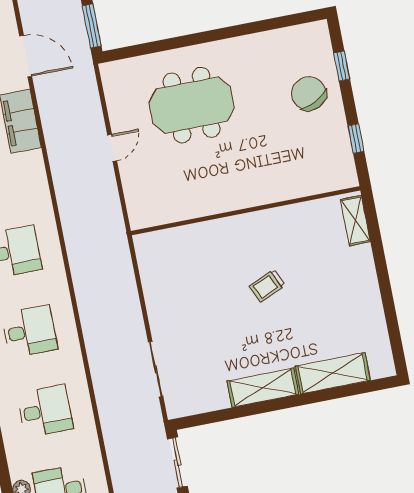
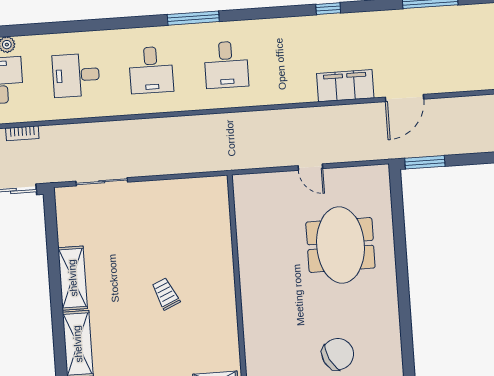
desk: (45, 411) -> (76, 75), turned 90
bookcase: (115, 461) -> (22, 133), added

